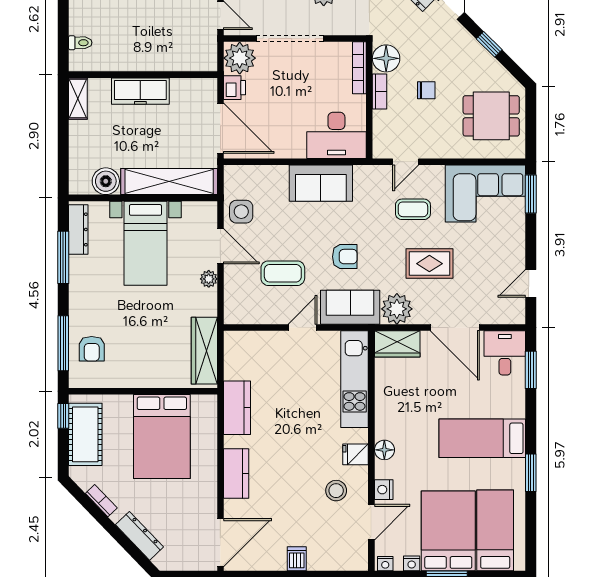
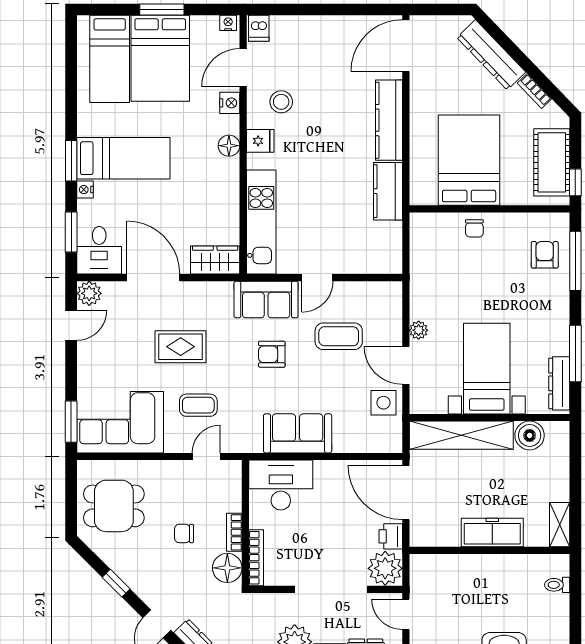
plant: (397, 309) -> (89, 293), moved, width x0.73, depth x0.73
wardrobe: (204, 351) -> (423, 253), removed
chair: (157, 373) -> (474, 228), added
window: (531, 473) -> (71, 161), moved
kitchen counter: (236, 474) -> (389, 120), width x1.50
dresser: (140, 536) -> (491, 55), width x1.37, depth x1.24
dishwasher: (297, 559) -> (259, 28), moved
nightstand: (412, 563) -> (85, 190), moved, turned -90

